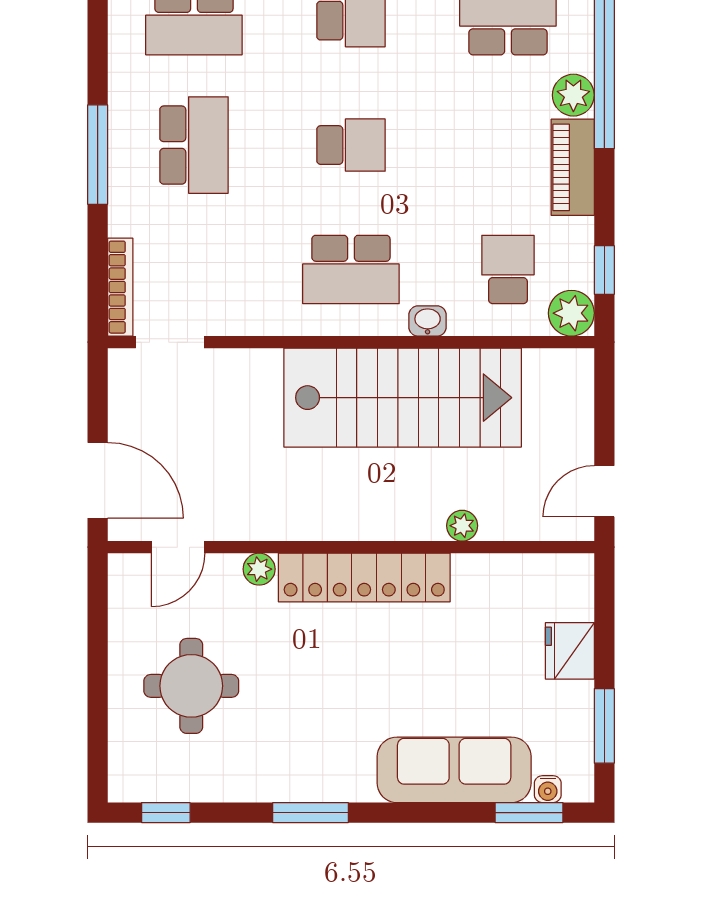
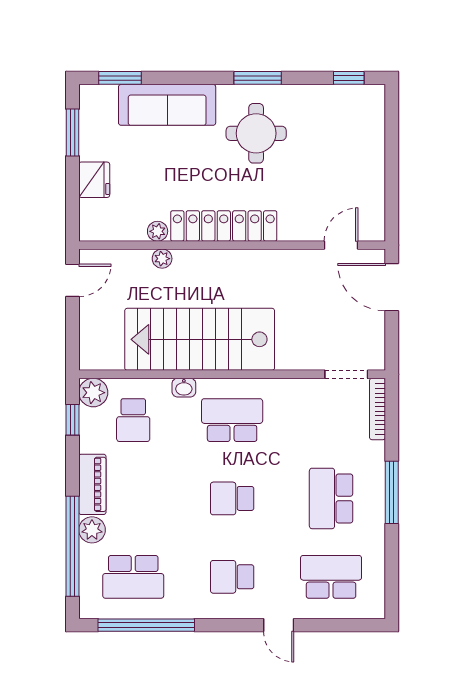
plant: (259, 569) -> (158, 231), moved
round table: (191, 686) -> (256, 133), moved
water cooler: (548, 789) -> (108, 93), removed

